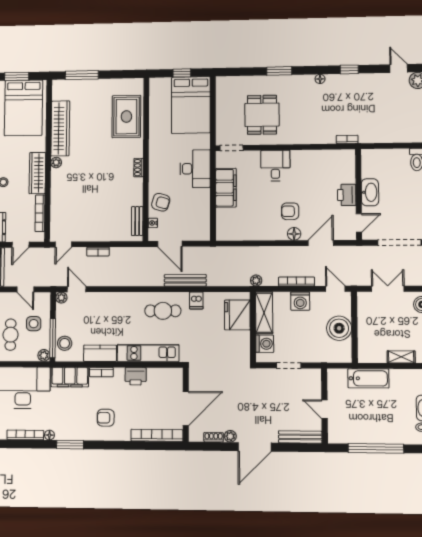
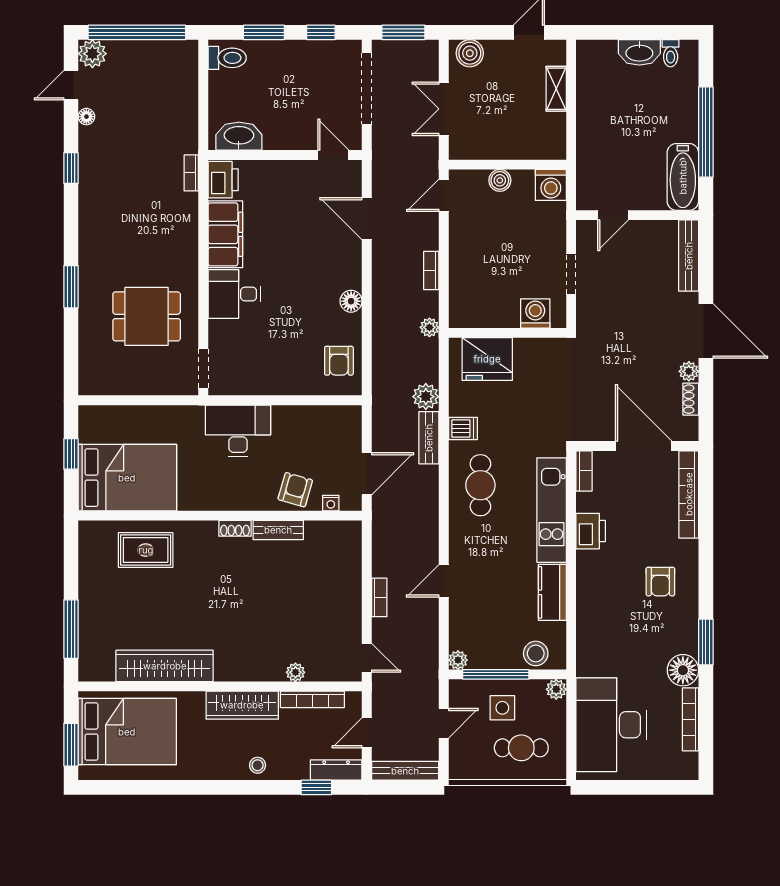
floor lamp: (320, 79) -> (86, 117), moved
bed: (191, 105) -> (127, 478), moved
rug: (126, 117) -> (146, 550), width x0.73, depth x0.70
plant: (56, 163) -> (295, 672), moved
filing cabinet: (226, 188) -> (225, 234), moved, turned 90
washbasin: (370, 192) -> (239, 136), moved
printer: (347, 195) -> (223, 180), moved, turned -90
armchair: (290, 211) -> (339, 361), moved
bench: (137, 221) -> (278, 530), moved
floor lamp: (294, 234) -> (351, 301), moved
door: (21, 245) -> (367, 733), swing flipped
plant: (215, 278) -> (426, 397), added
bench: (185, 280) -> (429, 438), width x0.73
bookcase: (297, 281) -> (431, 270), width x0.64
door: (77, 289) -> (444, 581), moved
washing machine: (300, 301) -> (551, 185), moved, turned 90
shelving: (264, 313) -> (484, 314), removed
boiler: (339, 328) -> (500, 180), width x0.54, depth x0.54
window: (53, 338) -> (496, 674), moved
bookcase: (101, 372) -> (584, 471), moved
filing cabinet: (70, 377) -> (593, 644), removed
bathtub: (368, 378) -> (683, 177), moved, turned 180
door: (325, 409) -> (613, 215), moved
floor lamp: (49, 435) -> (683, 670), width x1.89, depth x1.89

